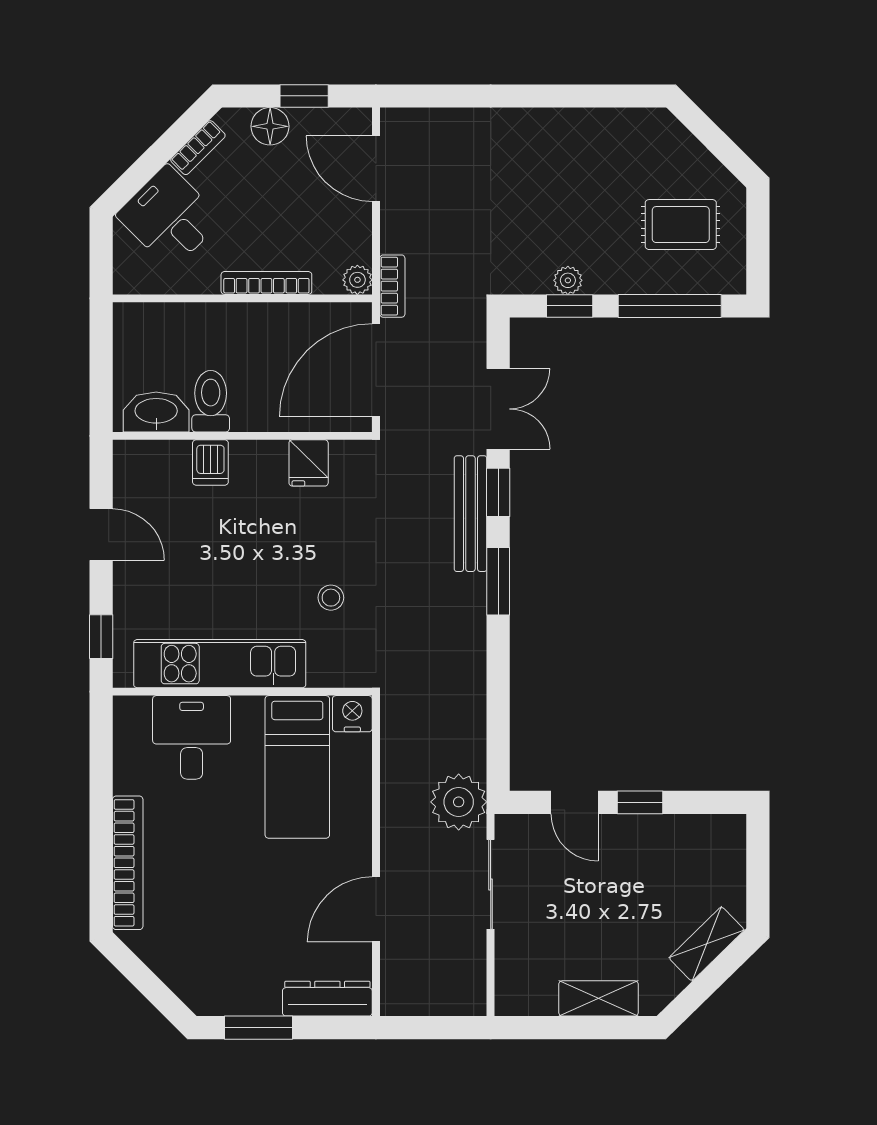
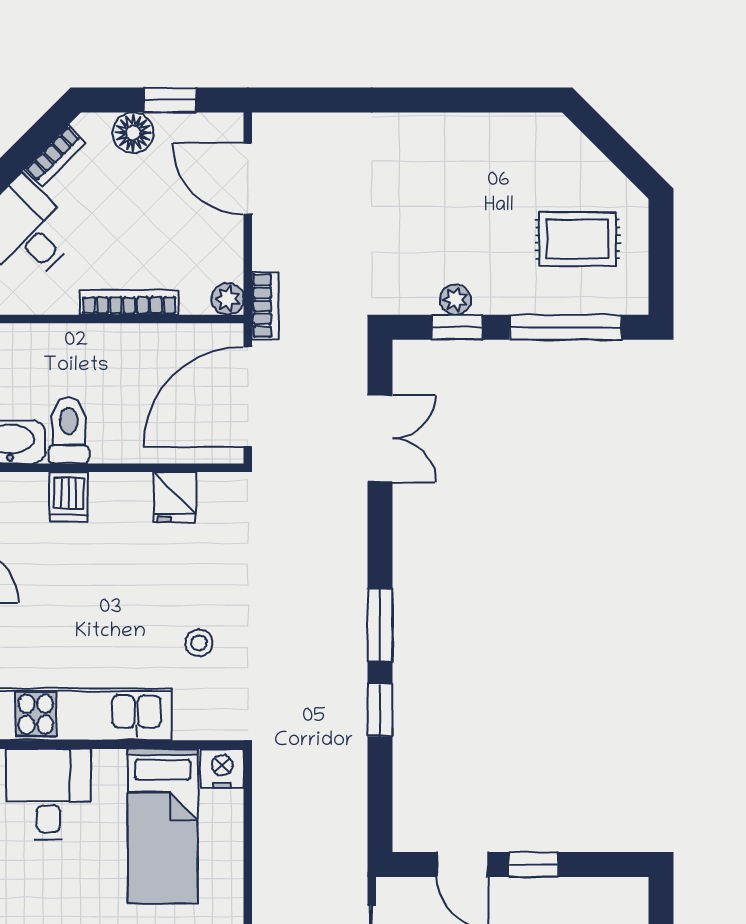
window: (498, 492) -> (380, 710), moved
bench: (470, 514) -> (350, 552), removed
plant: (459, 802) -> (337, 864), removed

